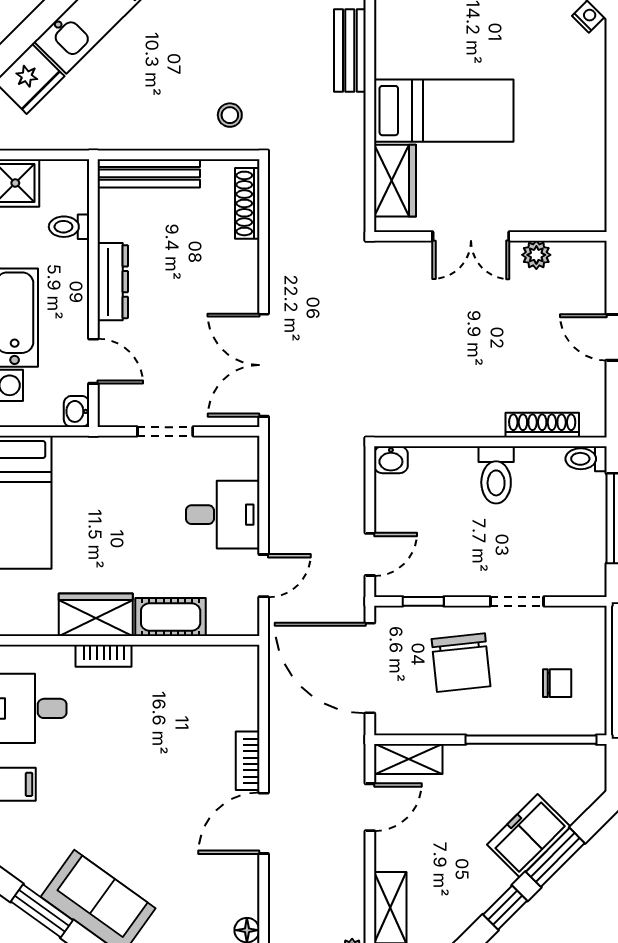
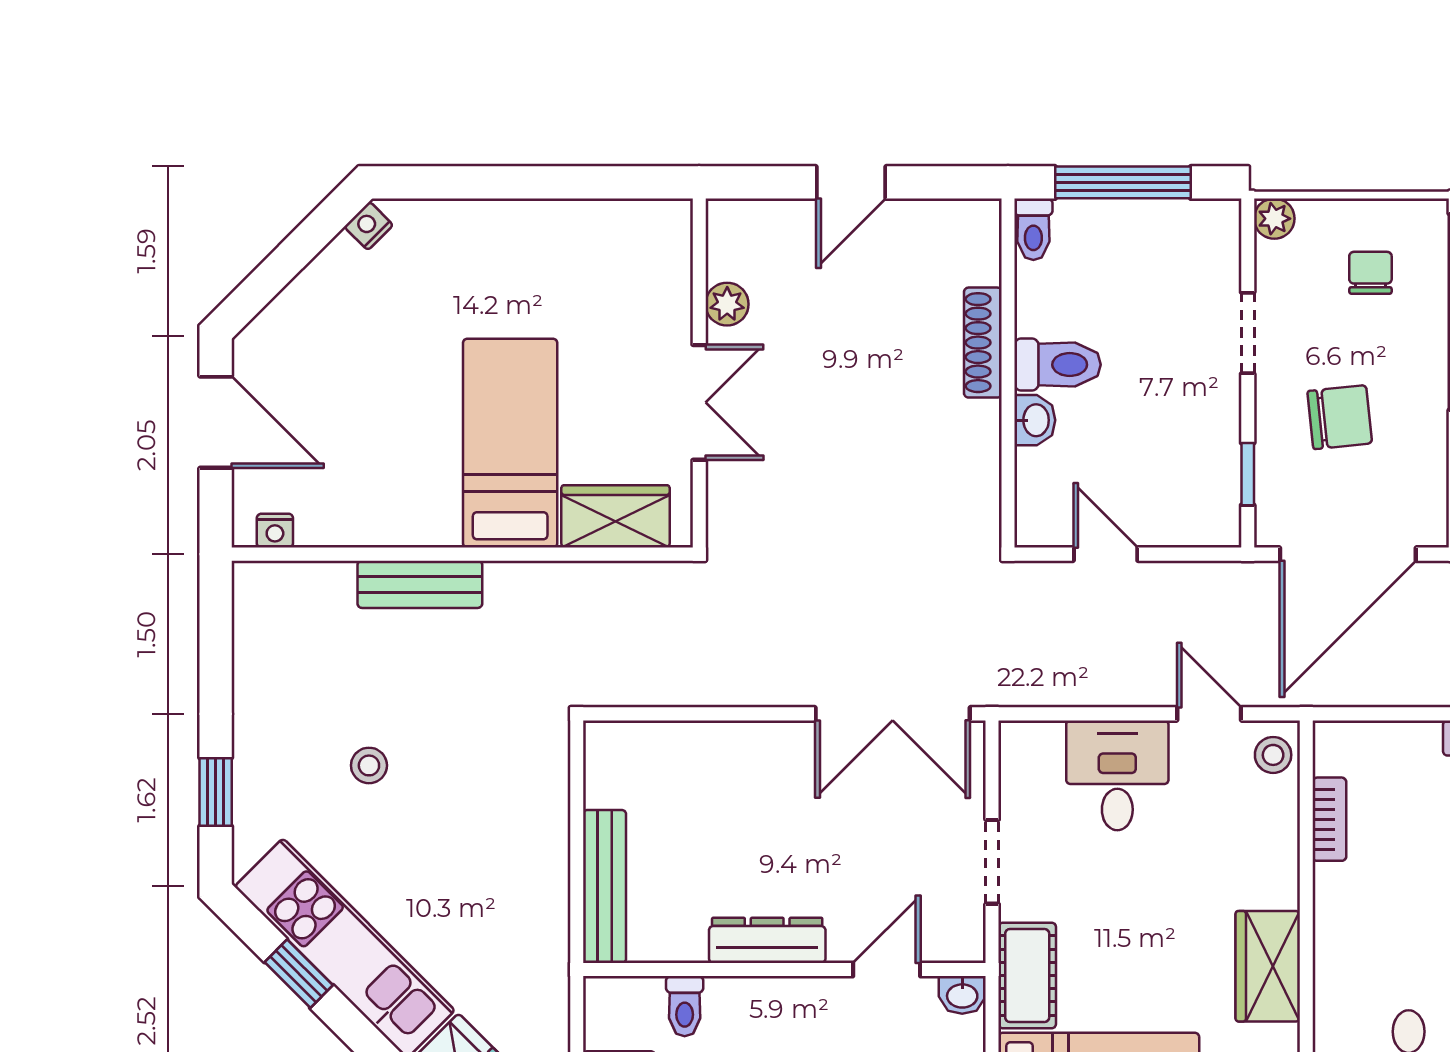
stool: (230, 115) -> (369, 765), moved
shoe rack: (247, 203) -> (650, 738), removed
shoe rack: (542, 425) -> (983, 343), moved
washbasin: (391, 460) -> (1035, 420), moved
door: (370, 554) -> (1106, 554), moved
cot: (171, 617) -> (1027, 975), moved
stool: (236, 618) -> (1273, 755), added
plant: (593, 619) -> (1274, 219), added
bookcase: (104, 656) -> (1329, 819), moved
chair: (461, 663) -> (1340, 417), width x0.73, depth x0.73

